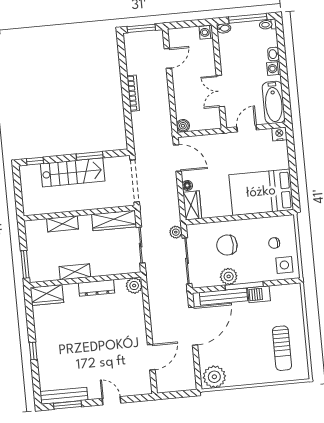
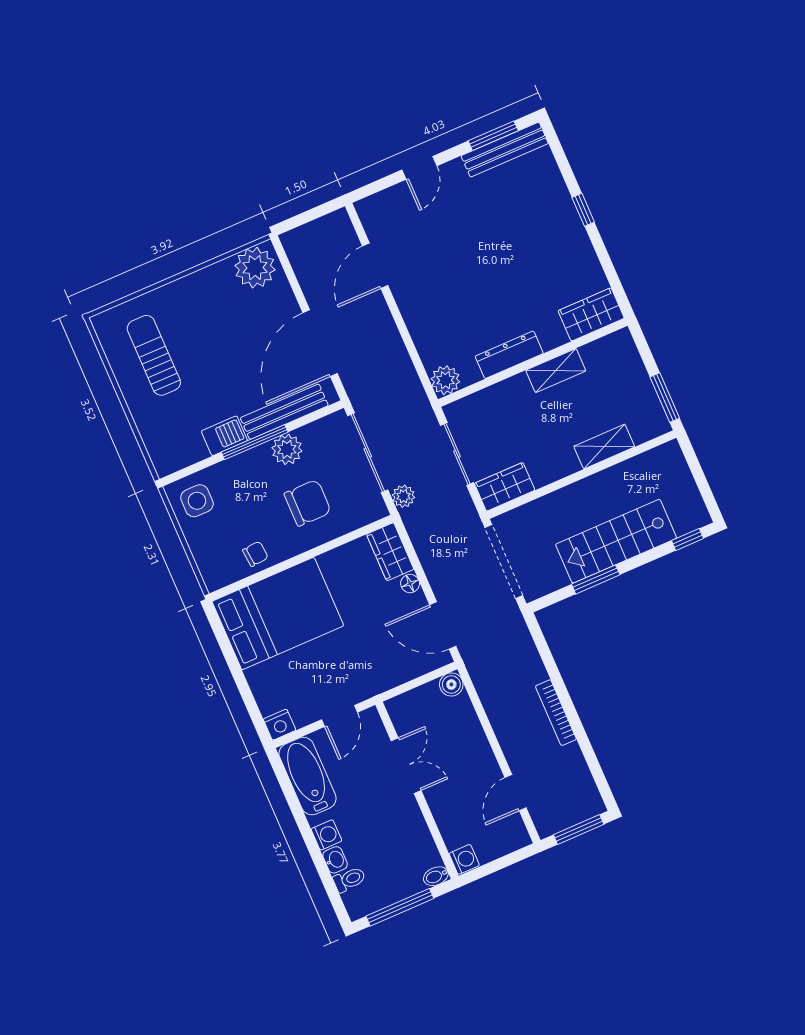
toilet: (268, 25) -> (349, 879), moved
wardrobe: (114, 220) -> (505, 487), width x0.67
chair: (274, 243) -> (255, 554), moved
window: (25, 264) -> (665, 398), moved
door: (111, 401) -> (419, 168), hinge flipped

